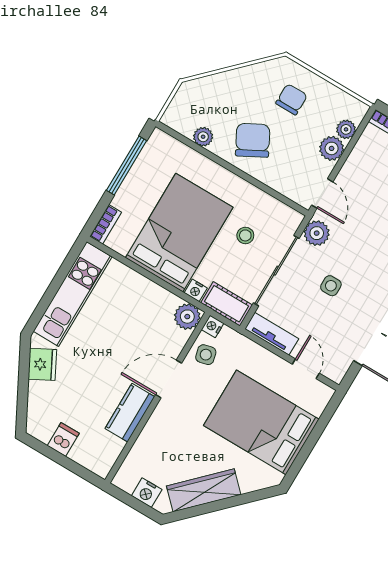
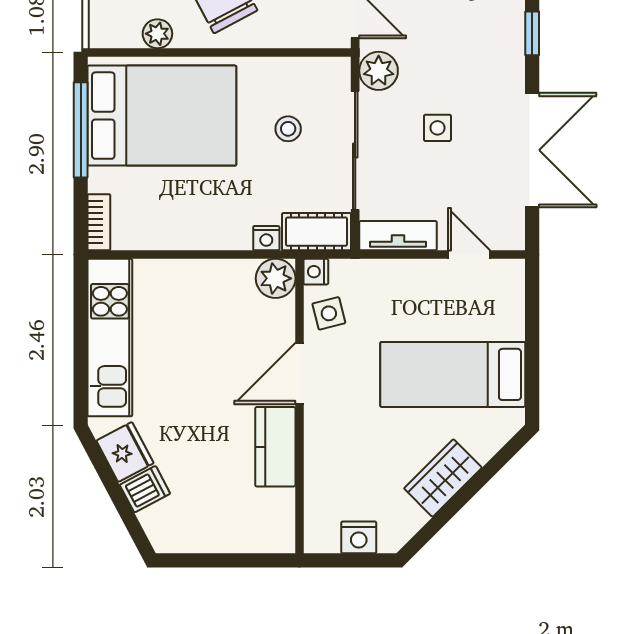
bed: (179, 233) -> (162, 116), moved, turned 90
bed: (261, 422) -> (453, 374), width x0.67
dishwasher: (63, 440) -> (145, 489), moved, turned 62
wardrobe: (204, 490) -> (443, 478), width x0.67

